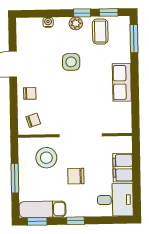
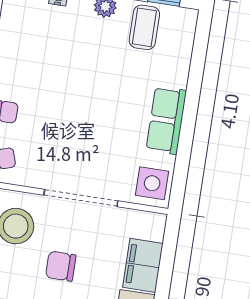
window: (134, 39) -> (200, 49), removed
side table: (71, 62) -> (152, 183), moved

